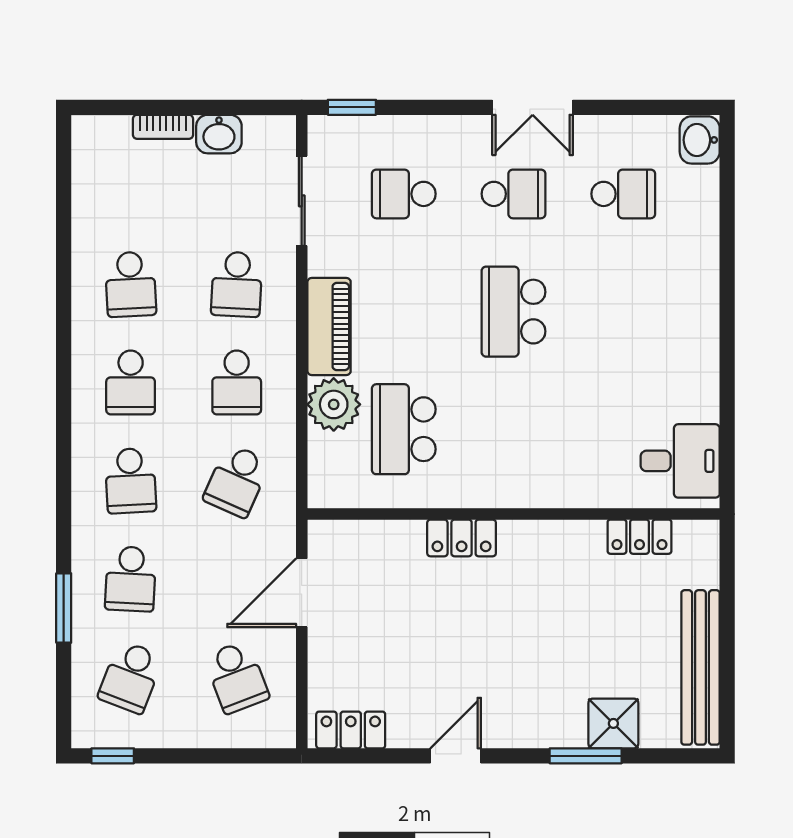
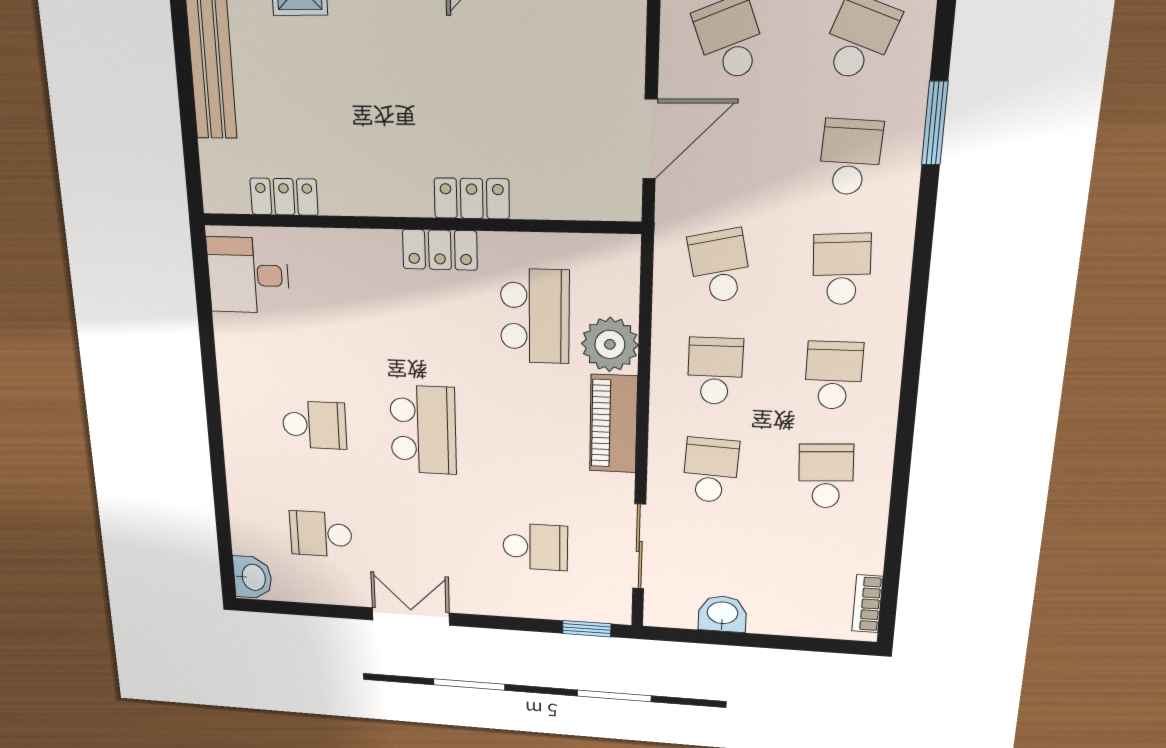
bookcase: (163, 127) -> (867, 604), moved, turned -90
school desk: (514, 194) -> (314, 425), moved, turned 180
school desk: (237, 481) -> (720, 266), turned -36
locker: (492, 490) -> (440, 250), added

